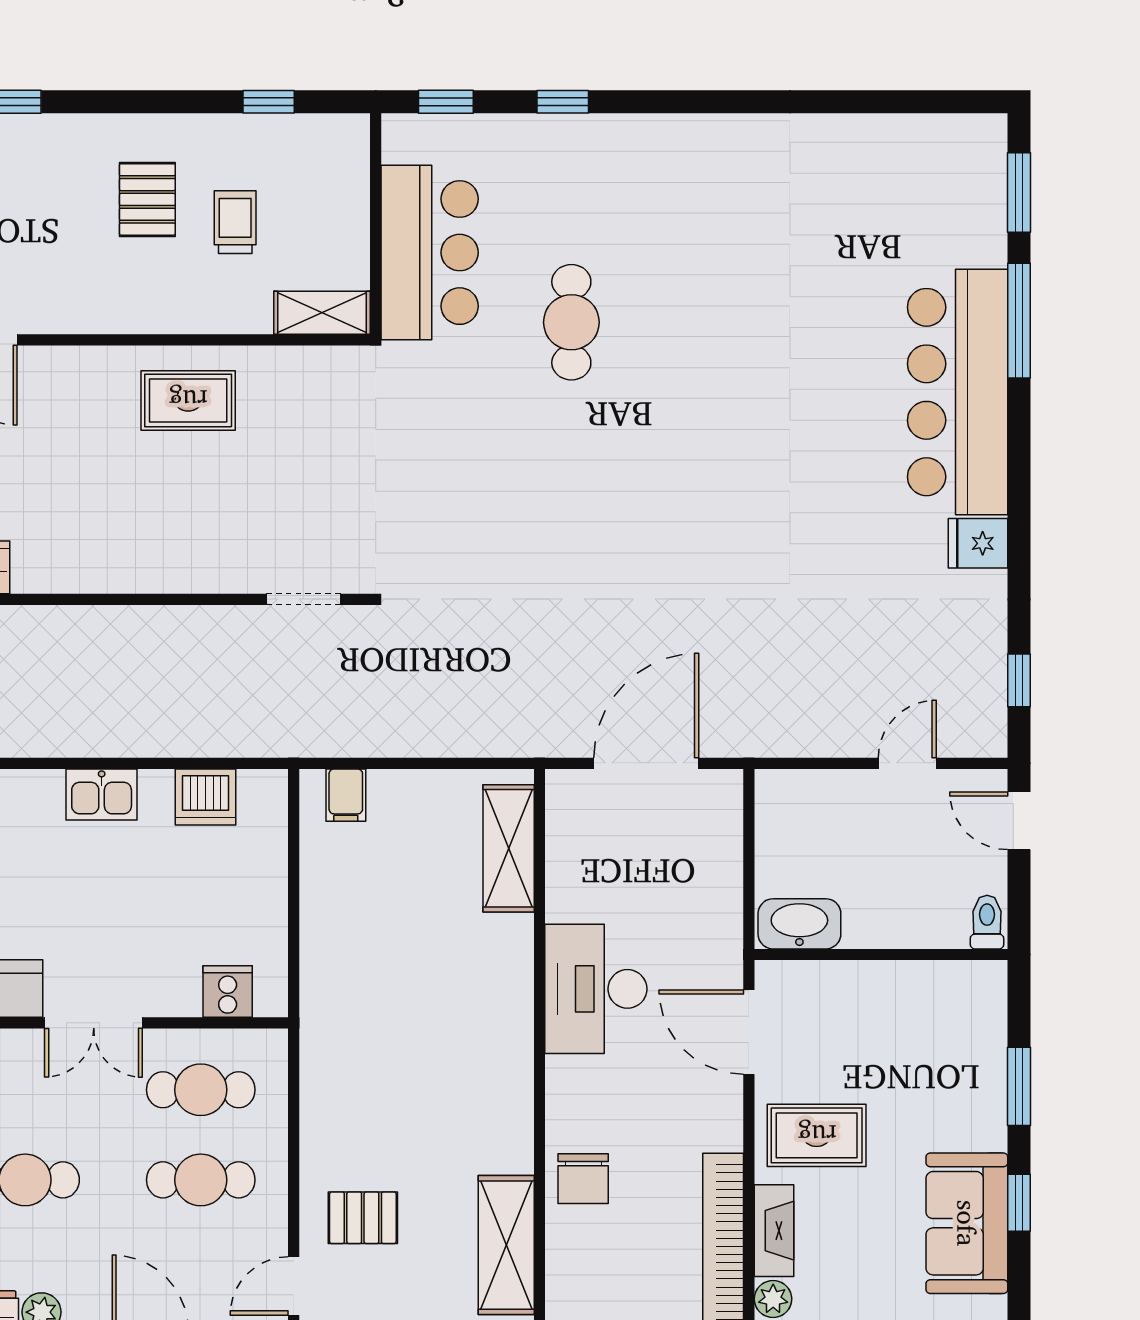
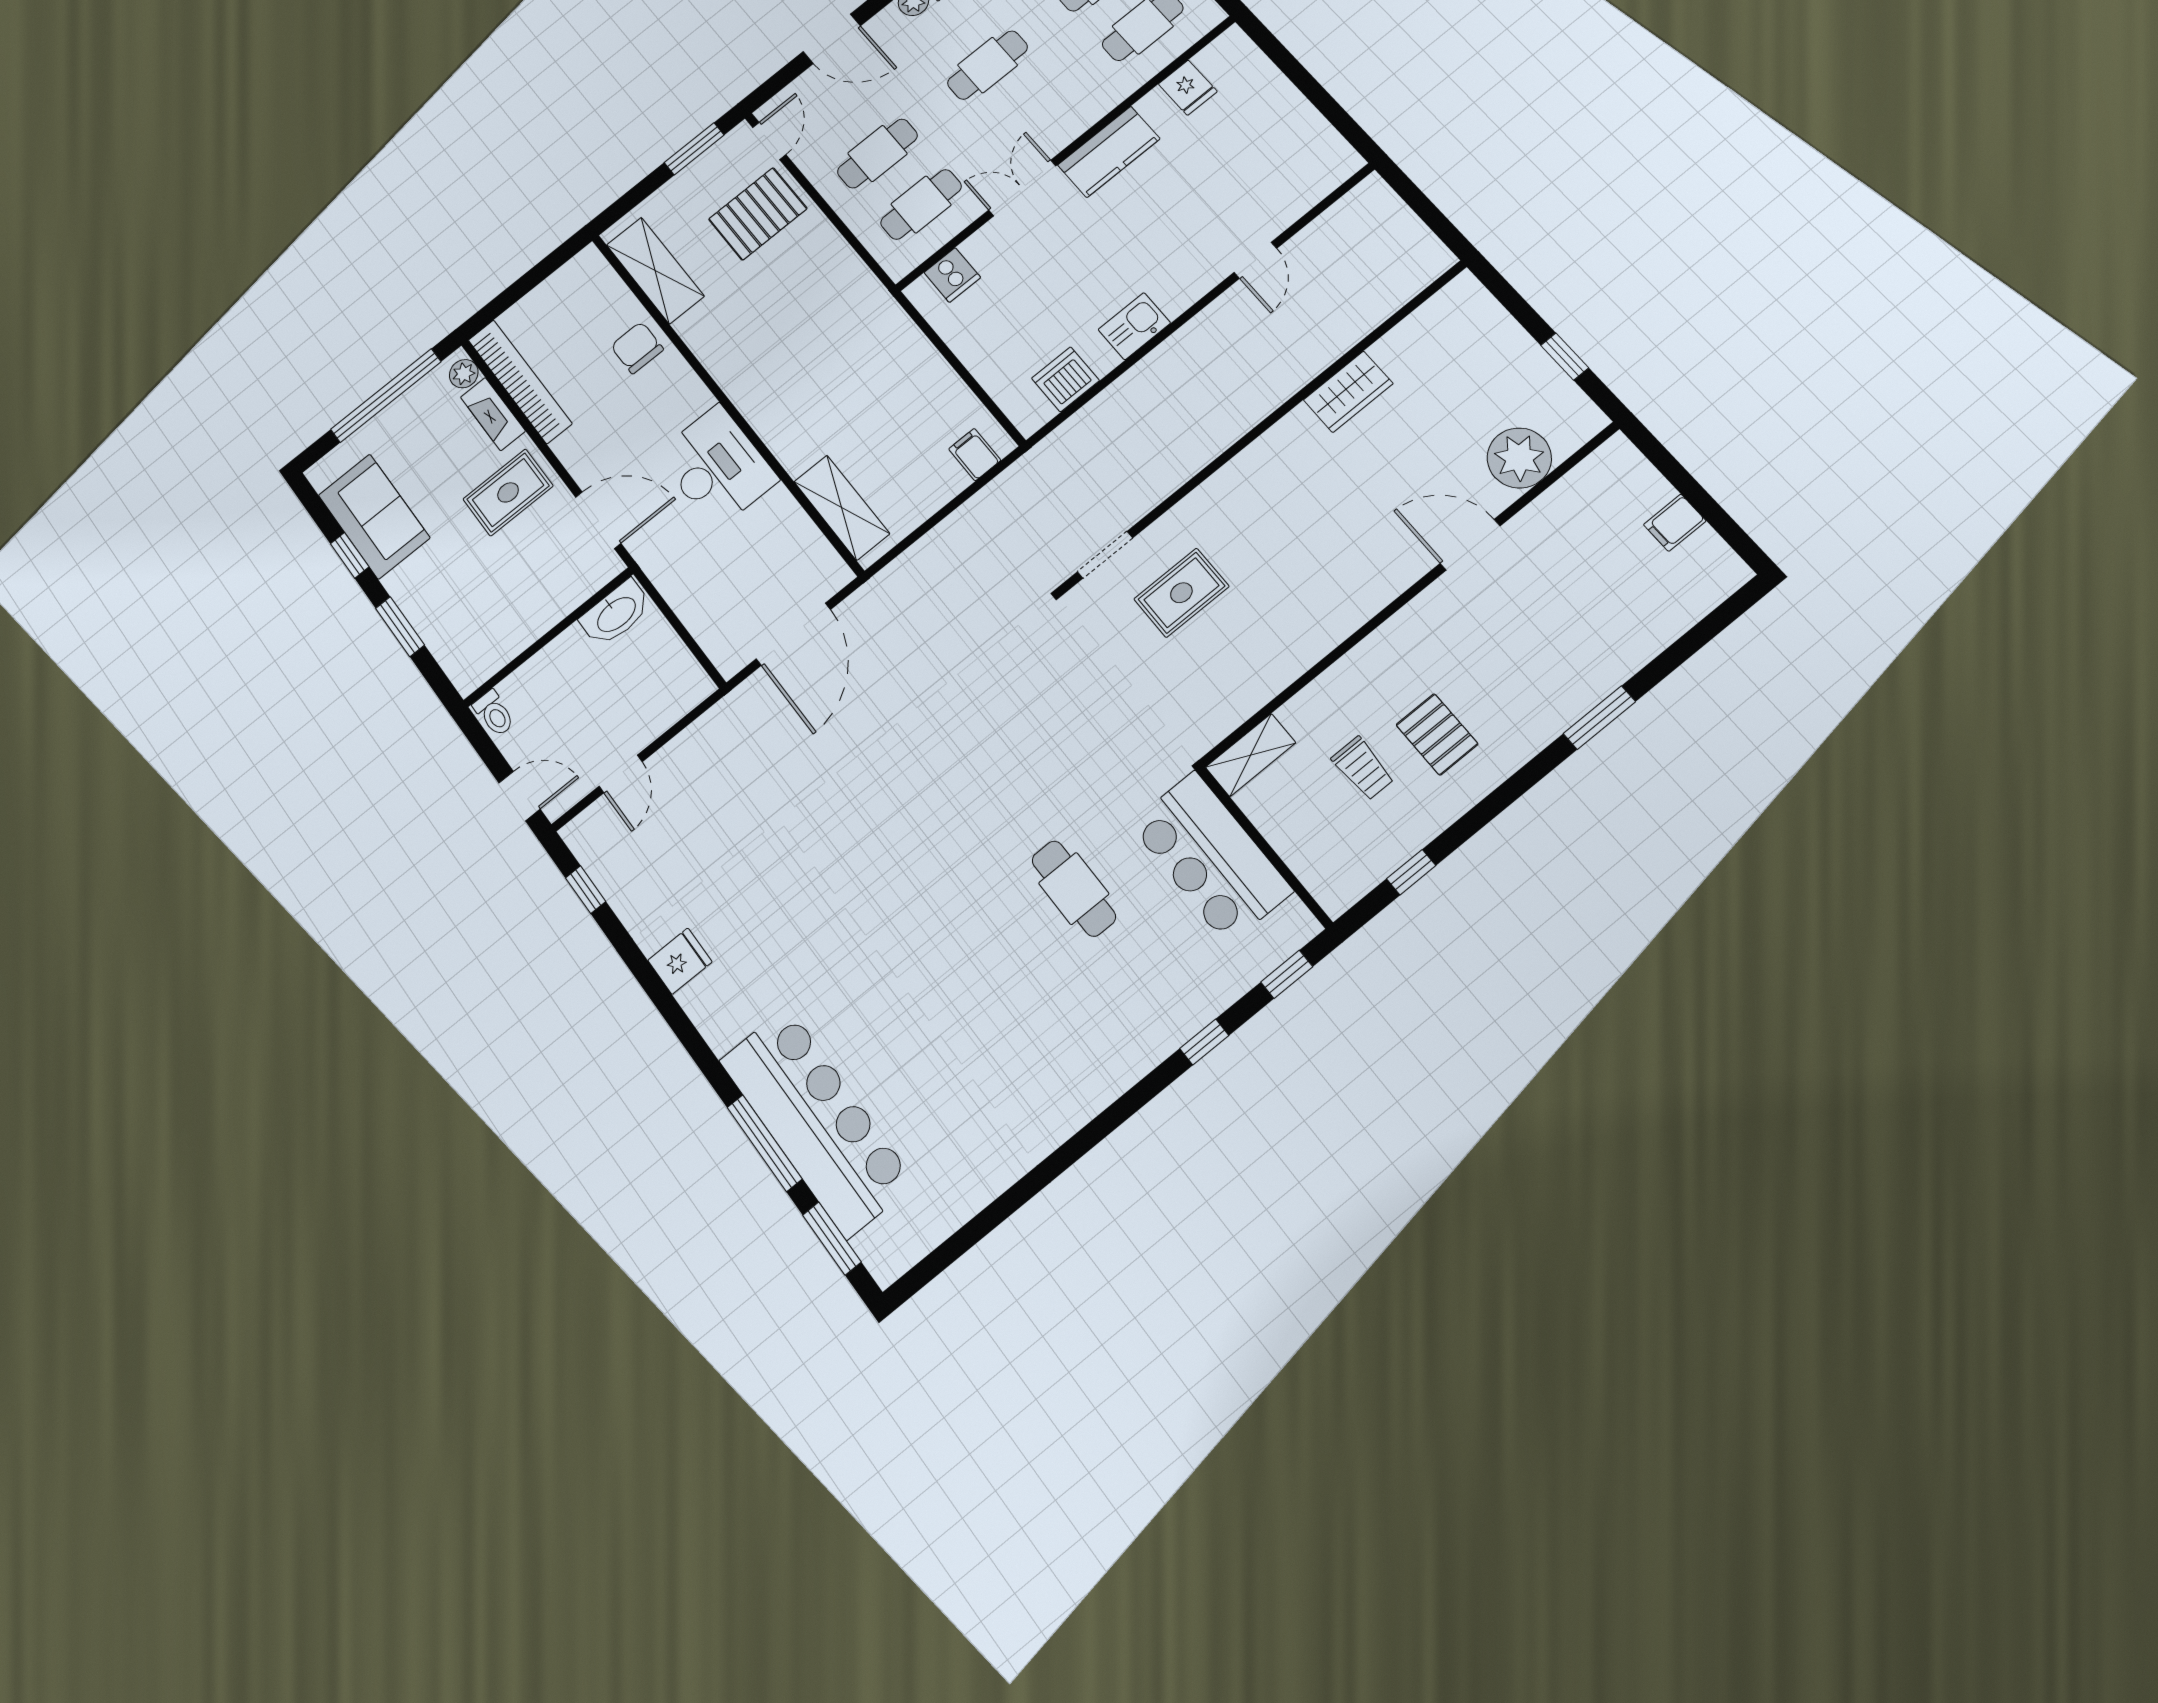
bar counter: (958, 392) -> (817, 1121), moved
rug: (188, 400) -> (1181, 593), moved
pallet: (363, 1218) -> (758, 214), width x1.50, depth x1.42

